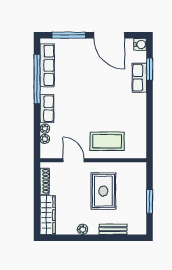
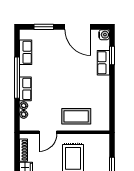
window: (69, 35) -> (44, 27), width x0.69
row of seats: (47, 65) -> (26, 52), width x0.68
window: (37, 79) -> (17, 78), moved
door: (74, 160) -> (48, 132), swing flipped

